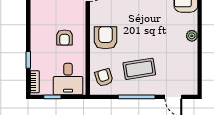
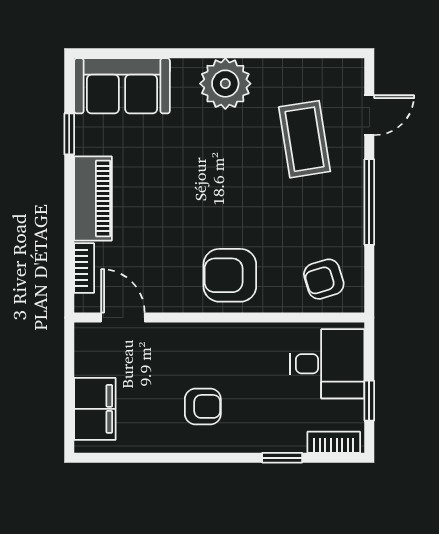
plant: (192, 36) -> (225, 84), width x1.88, depth x1.88
armchair: (64, 38) -> (203, 406), moved
coffee table: (139, 69) -> (305, 139), moved

